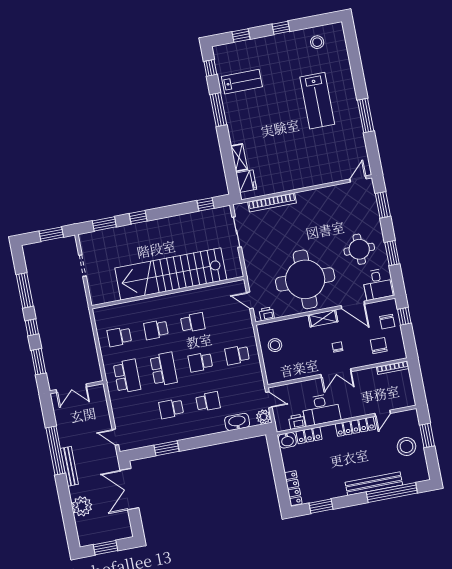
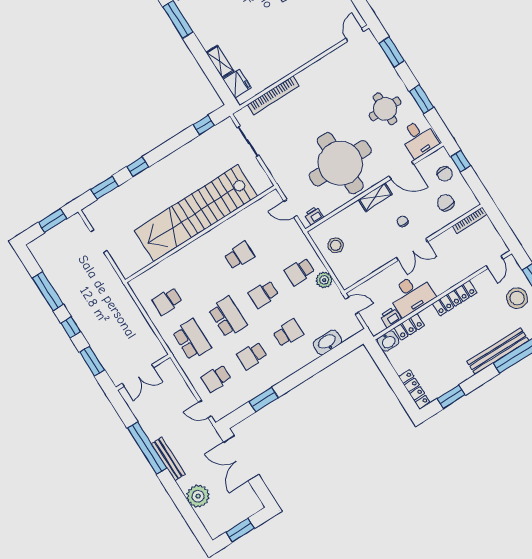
school desk: (156, 330) -> (216, 378), moved
door: (383, 413) -> (495, 262), moved
plant: (264, 417) -> (324, 280), moved

